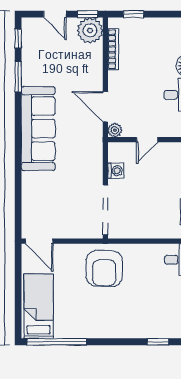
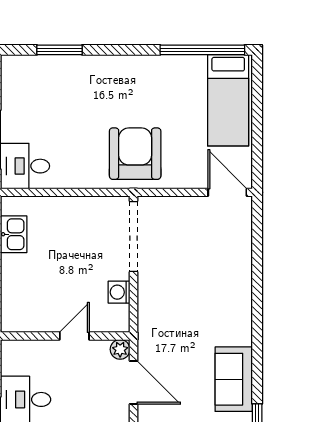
sofa: (38, 129) -> (234, 379), width x0.54, depth x0.79
window: (158, 342) -> (59, 50), width x1.50

